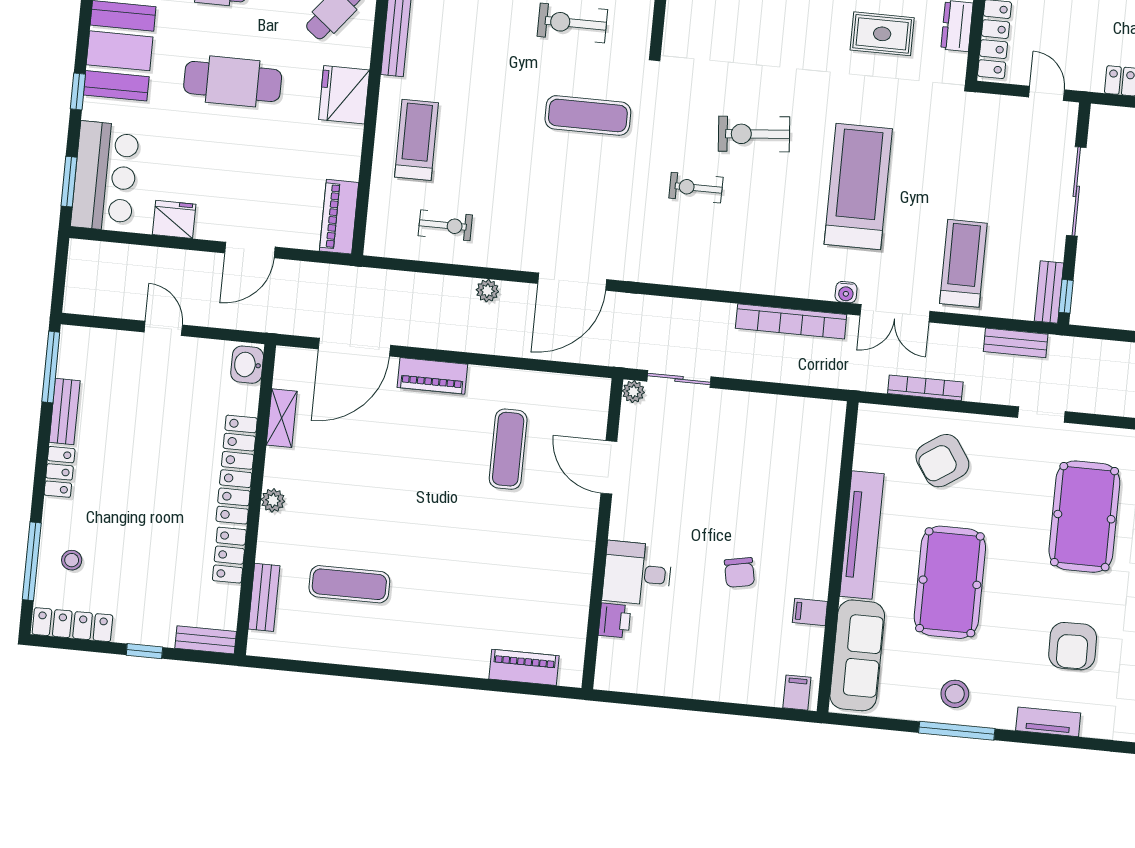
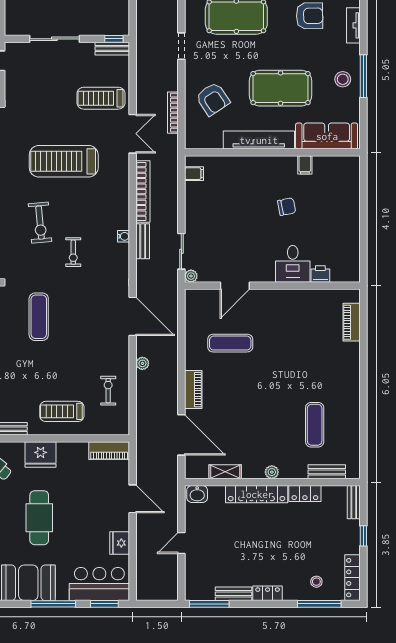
window: (78, 91) -> (53, 604), width x2.17
water cooler: (846, 292) -> (124, 236), moved
bench: (1016, 343) -> (143, 241), moved
filing cabinet: (797, 693) -> (194, 174), moved, turned 180

